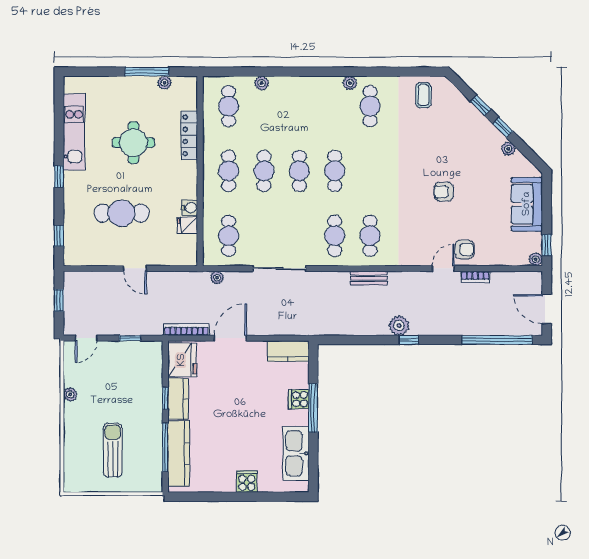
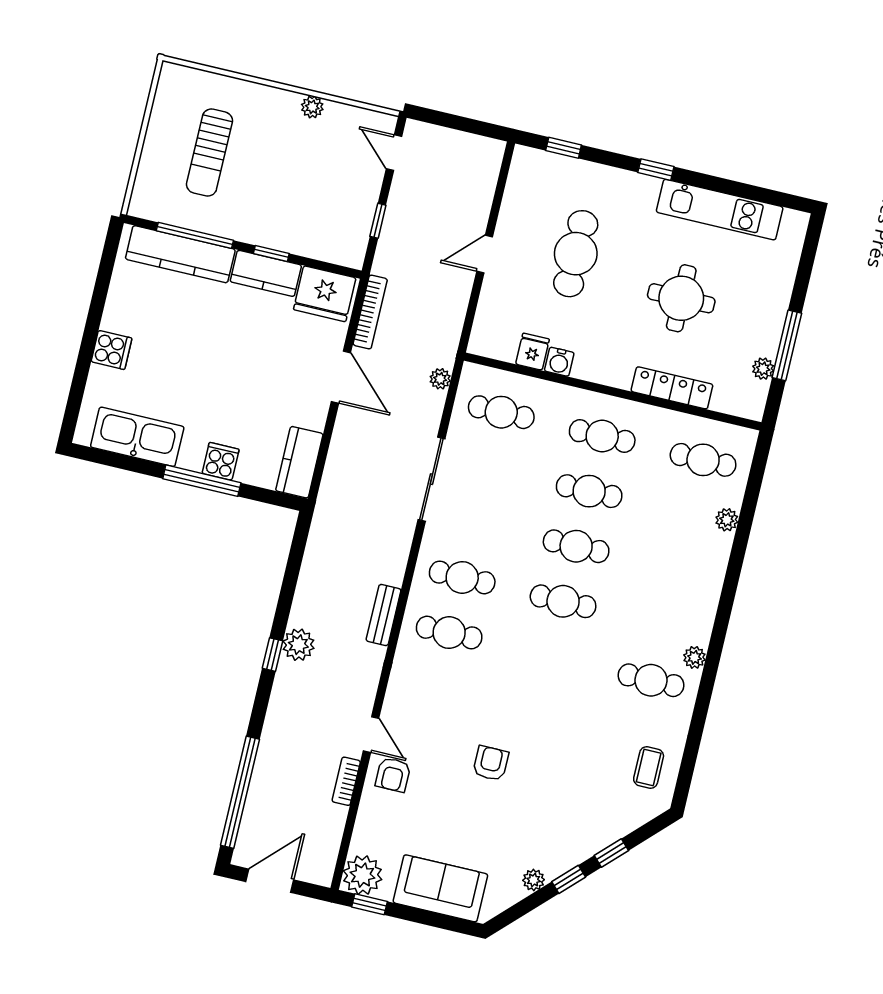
coffee table: (423, 95) -> (649, 767), turned 90
plant: (536, 259) -> (363, 875), width x1.88, depth x1.88
window: (59, 300) -> (463, 124), removed
sun lounger: (113, 450) -> (210, 153), turned 90

